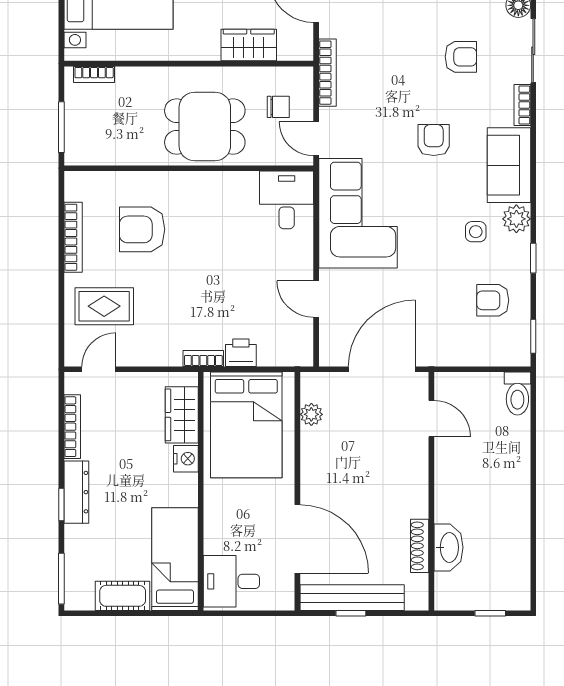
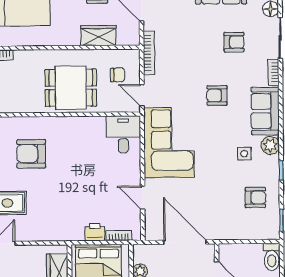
armchair: (434, 140) -> (217, 95), turned -90
armchair: (493, 300) -> (255, 197), turned 180
bookcase: (203, 359) -> (119, 236), moved
door: (382, 369) -> (185, 242), hinge flipped

